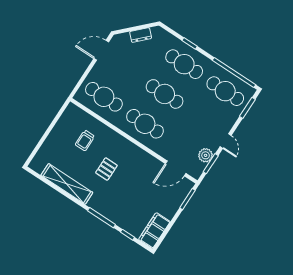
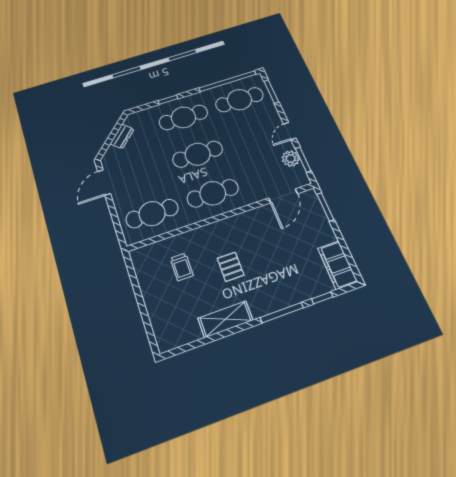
door: (226, 141) -> (290, 131), swing flipped
shelving: (67, 184) -> (225, 319), width x0.68

